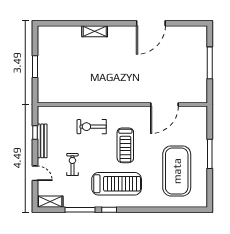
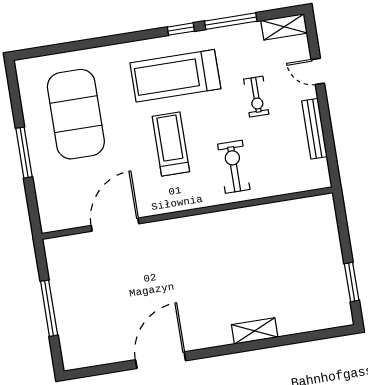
window: (35, 67) -> (352, 282), moved
exercise bike: (92, 127) -> (234, 167), turned -90
window: (35, 132) -> (329, 141), removed

